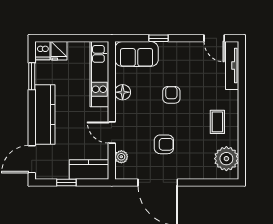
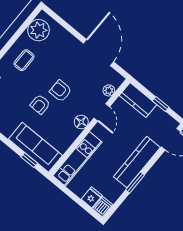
window: (158, 38) -> (29, 160), moved
sofa: (137, 54) -> (35, 147), width x1.36
window: (32, 76) -> (135, 183), moved
floor lamp: (123, 92) -> (81, 122), moved
armchair: (164, 144) -> (61, 91), moved

